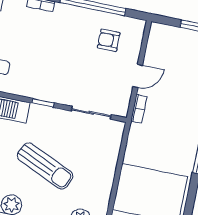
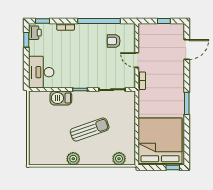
door: (138, 76) -> (137, 60), swing flipped
sun lounger: (45, 166) -> (90, 130), turned -43

